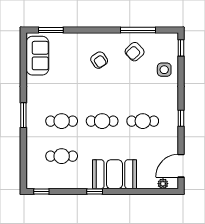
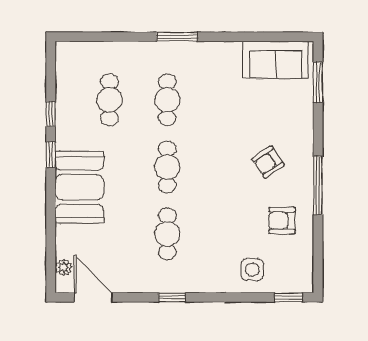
window: (138, 30) -> (318, 185), moved
armchair: (135, 52) -> (282, 221), turned -47
window: (41, 192) -> (51, 114), moved

